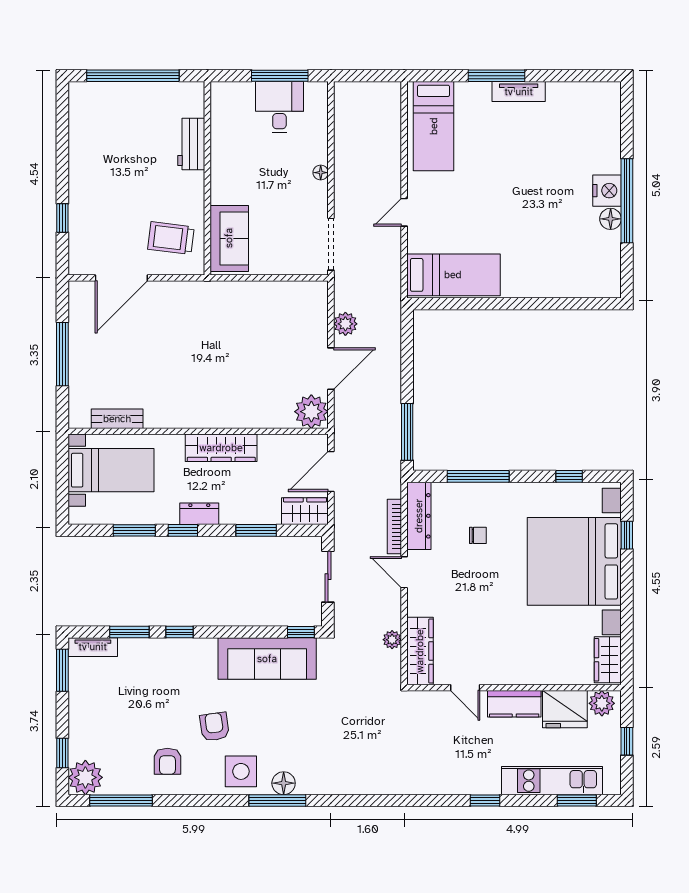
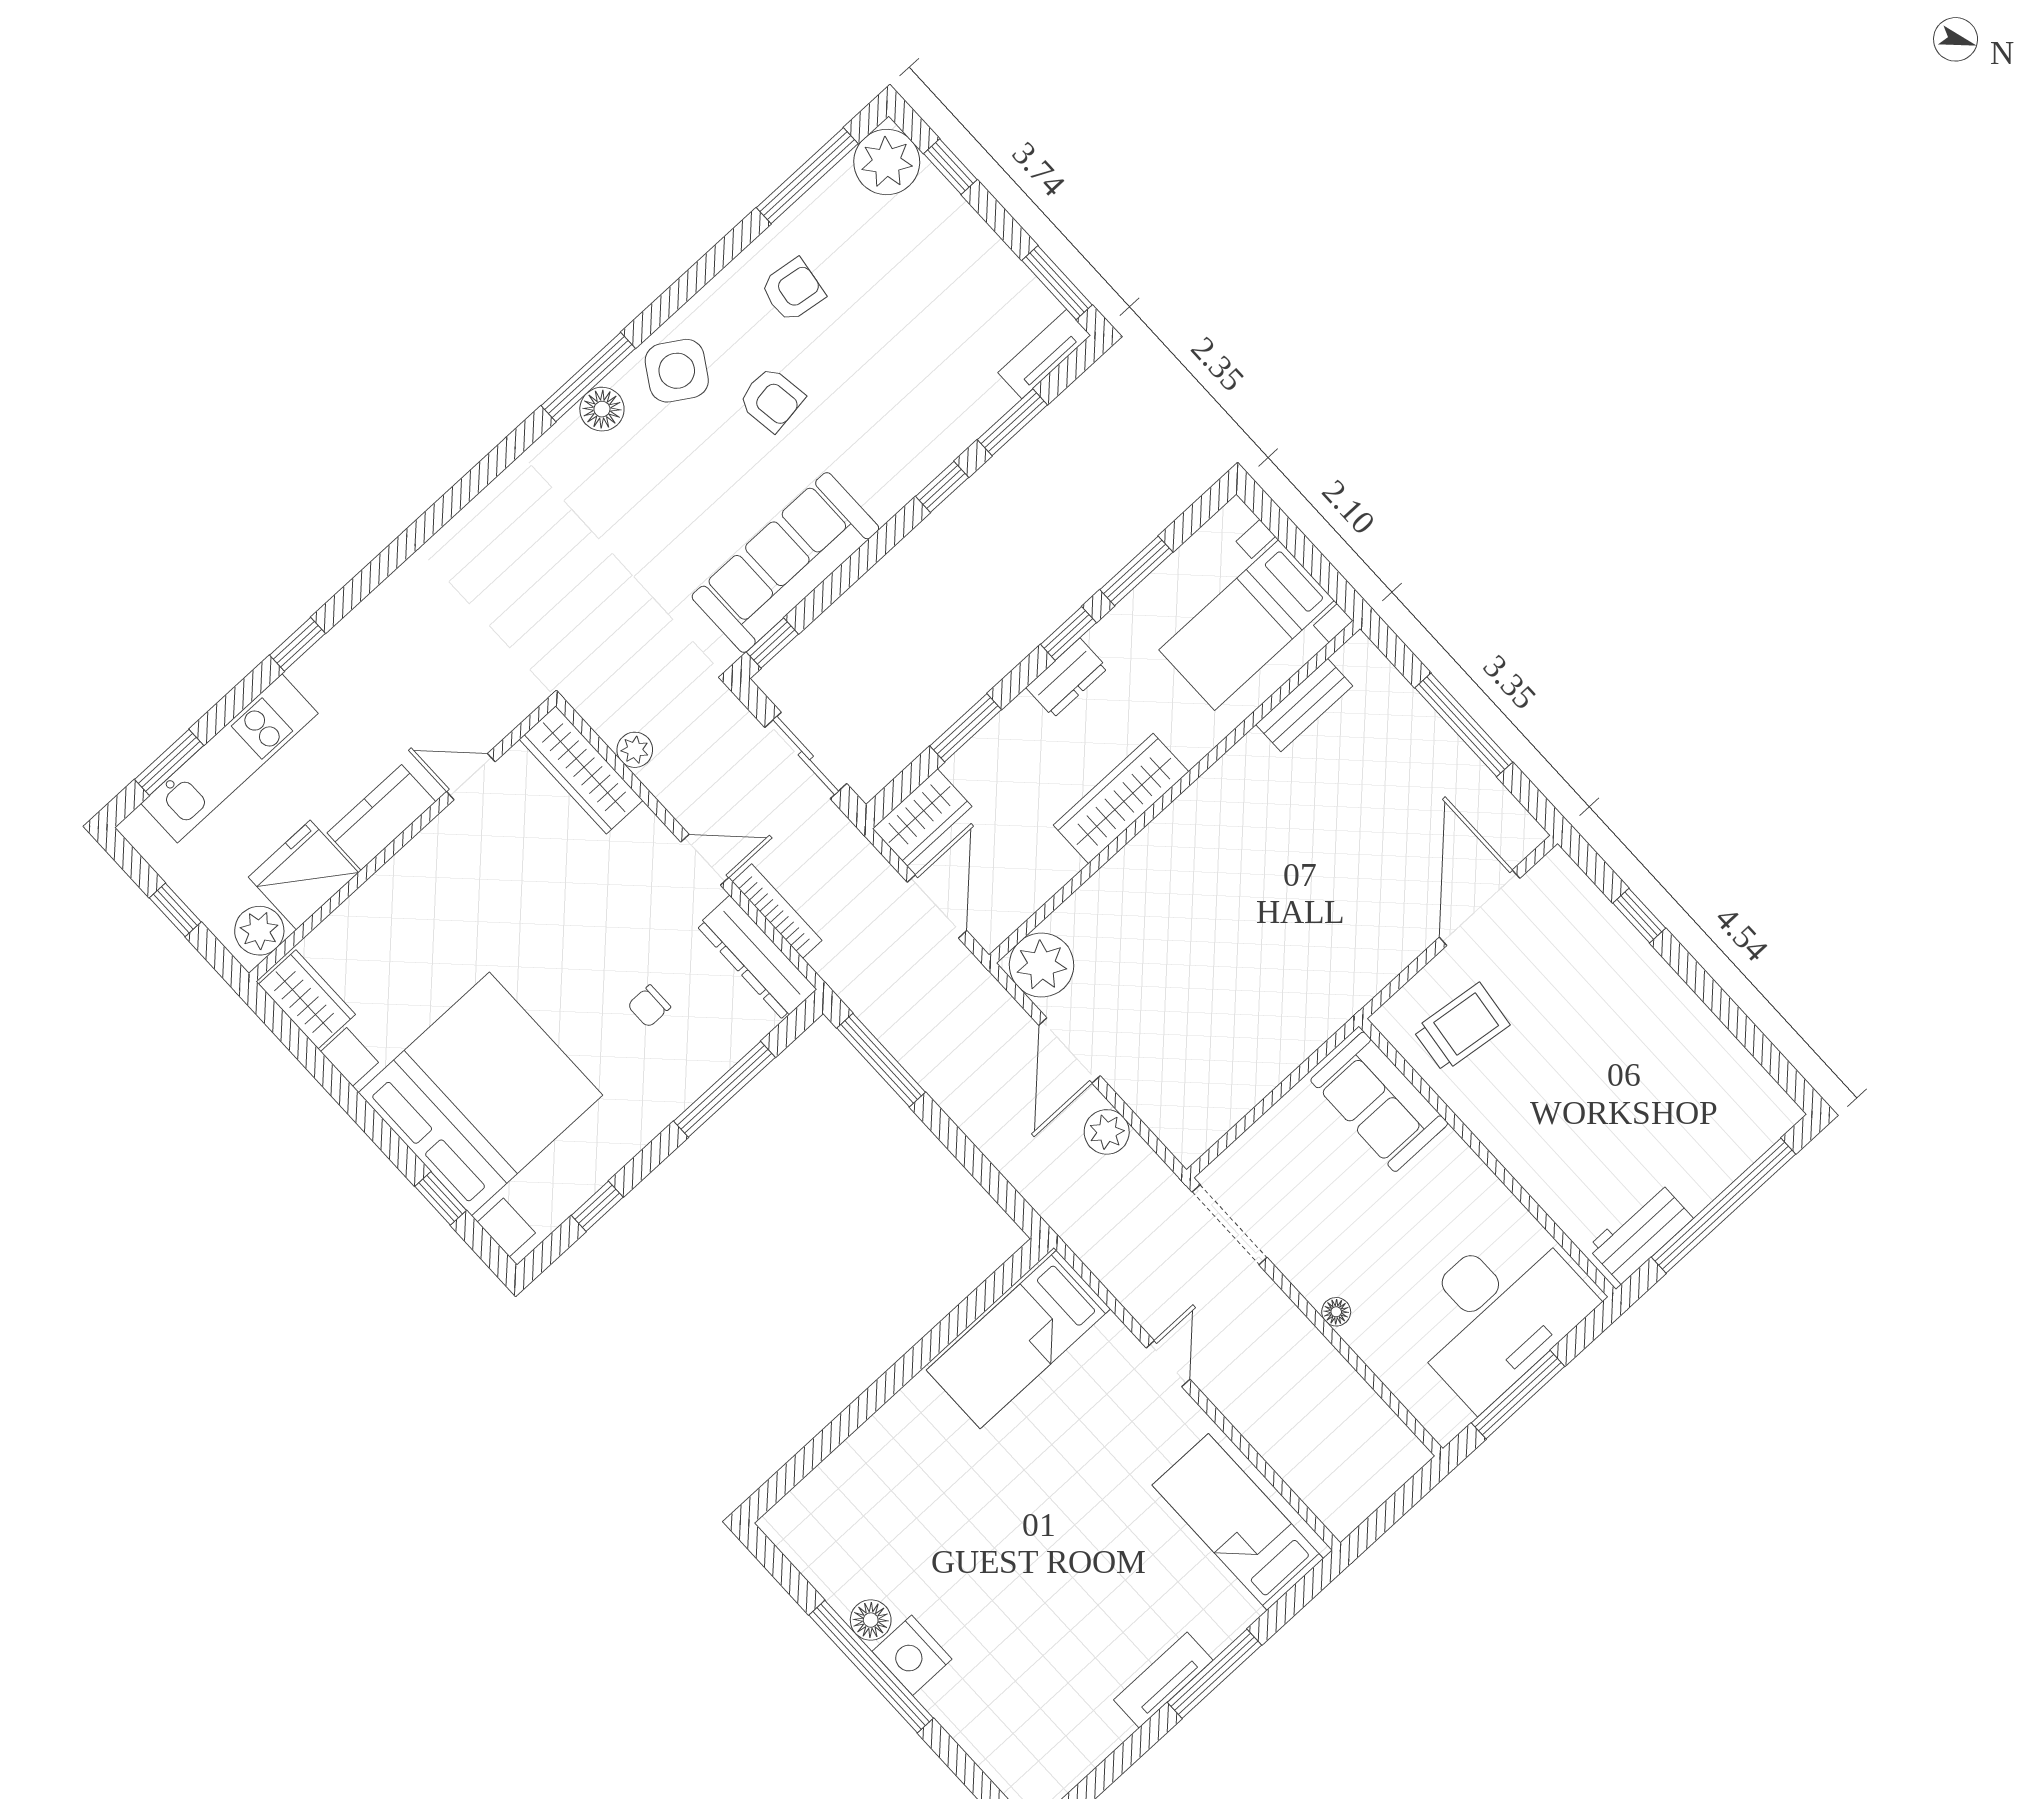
desk: (279, 107) -> (1497, 1313), width x1.87, depth x1.30
workbench: (191, 144) -> (1640, 1233), moved, turned -90
armchair: (167, 761) -> (793, 290), turned 98
side table: (241, 771) -> (677, 371), turned 32

